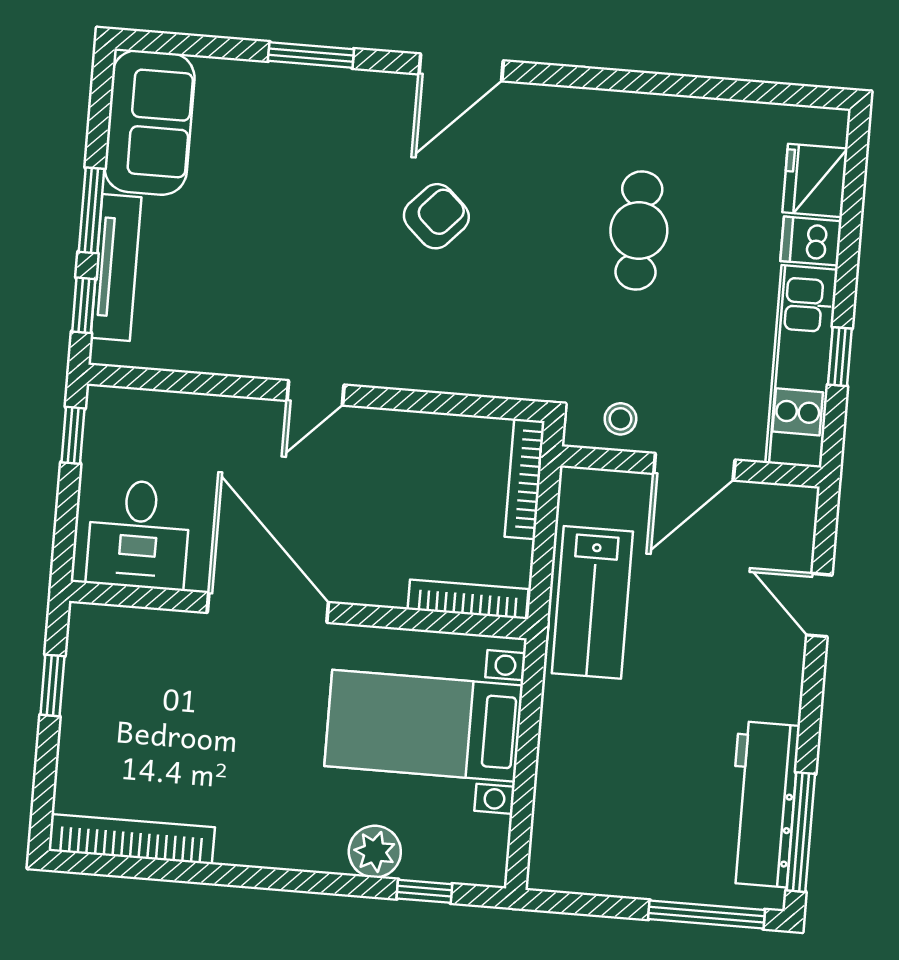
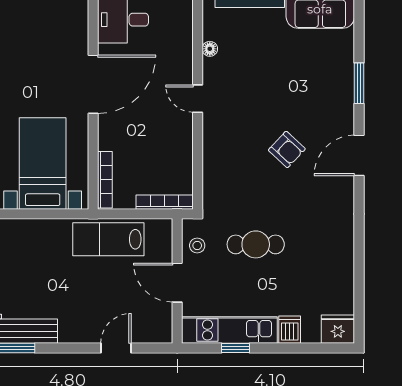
door: (461, 67) -> (359, 155), hinge flipped
fridge: (815, 180) -> (338, 329), moved
cafe table: (639, 231) -> (256, 244), moved
floor lamp: (214, 359) -> (210, 49), added

